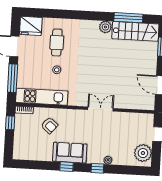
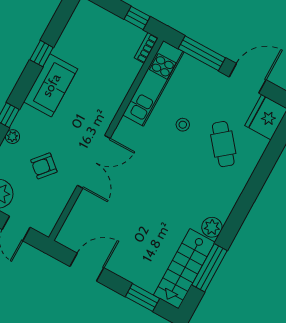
cafe table: (57, 43) -> (223, 144), turned 51
double door: (100, 109) -> (94, 162), width x1.37
armchair: (49, 125) -> (44, 166), moved
window: (67, 167) -> (42, 54), moved

